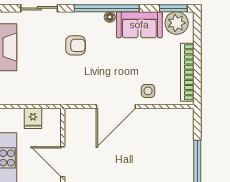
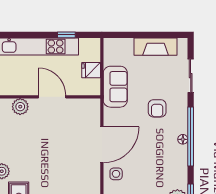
sofa: (139, 25) -> (115, 87), moved, turned 180
door: (116, 107) -> (102, 145), swing flipped
door: (63, 162) -> (52, 97), hinge flipped

